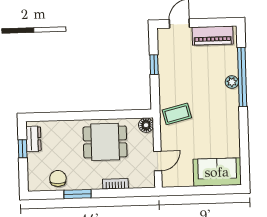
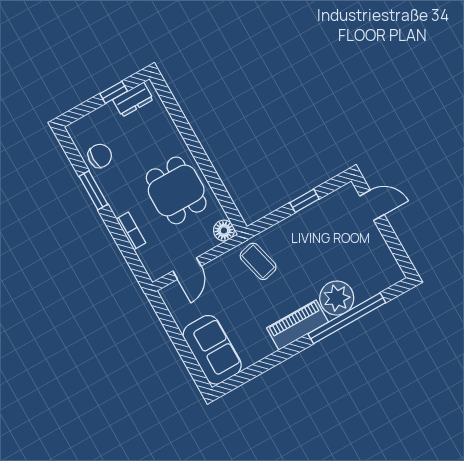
piano: (213, 36) -> (298, 325), moved, turned 90
plant: (232, 82) -> (337, 298), width x1.88, depth x1.88
door: (158, 161) -> (187, 268), hinge flipped

